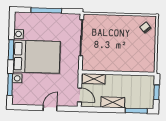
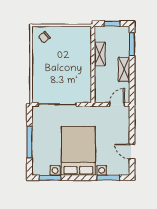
window: (11, 50) -> (50, 178), moved
shelving: (94, 79) -> (100, 54), moved
door: (50, 108) -> (132, 151), moved

